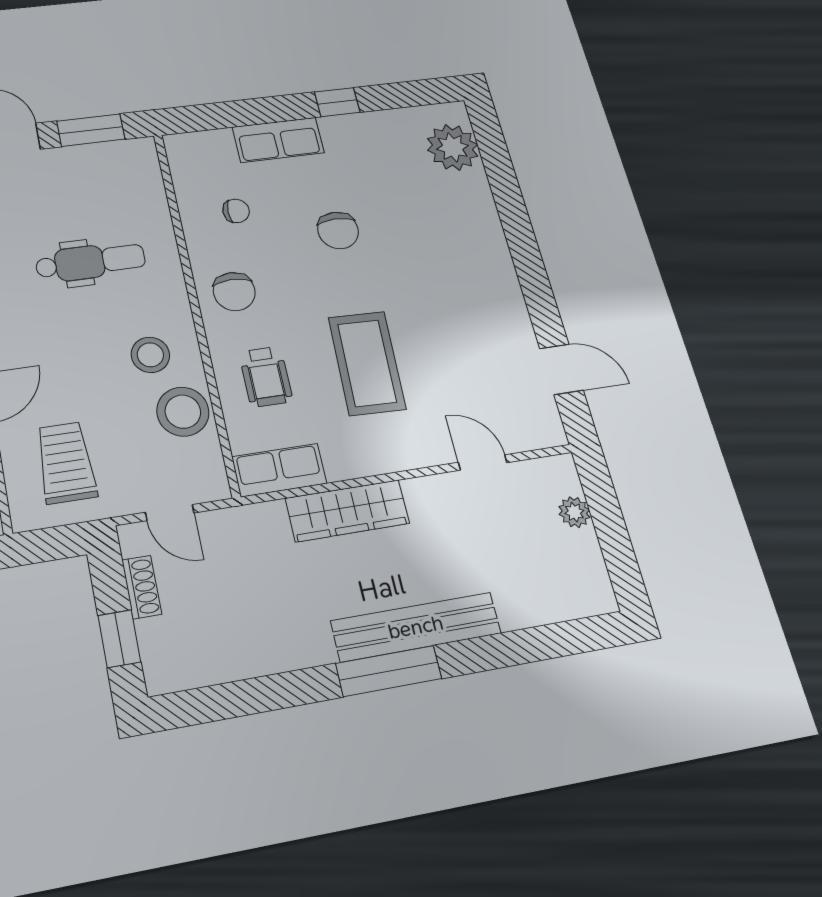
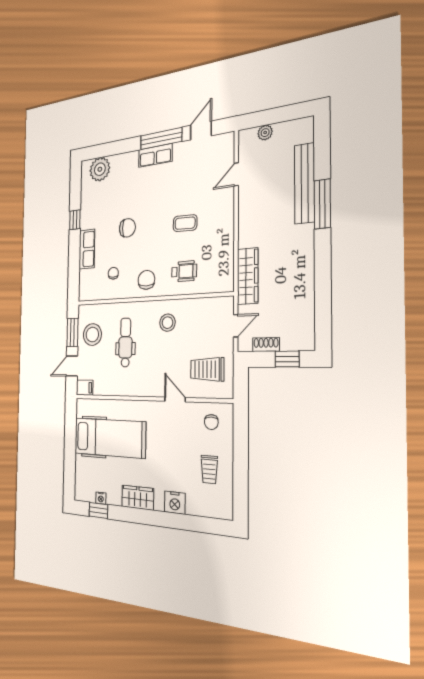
window: (534, 281) -> (161, 139), added
chair: (234, 292) -> (146, 280), turned -90
coffee table: (367, 363) -> (185, 223), width x0.54, depth x0.58
stool: (183, 412) -> (92, 335), moved
row of seats: (279, 470) -> (155, 155), moved, turned -90
wardrobe: (347, 511) -> (248, 276), moved
bench: (416, 627) -> (305, 183), moved
window: (389, 671) -> (322, 204), moved

